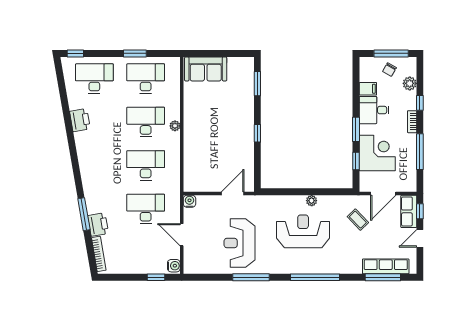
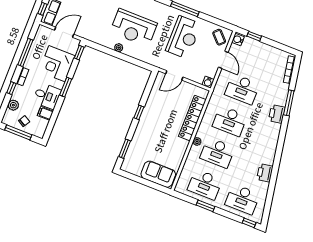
locker: (191, 151) -> (192, 118), added
window: (356, 161) -> (79, 53), moved
coffee table: (358, 220) -> (219, 37), moved
printer: (98, 225) -> (277, 114), moved

